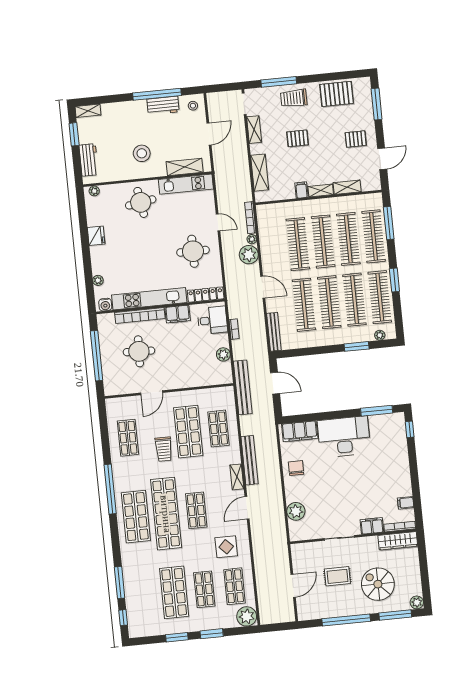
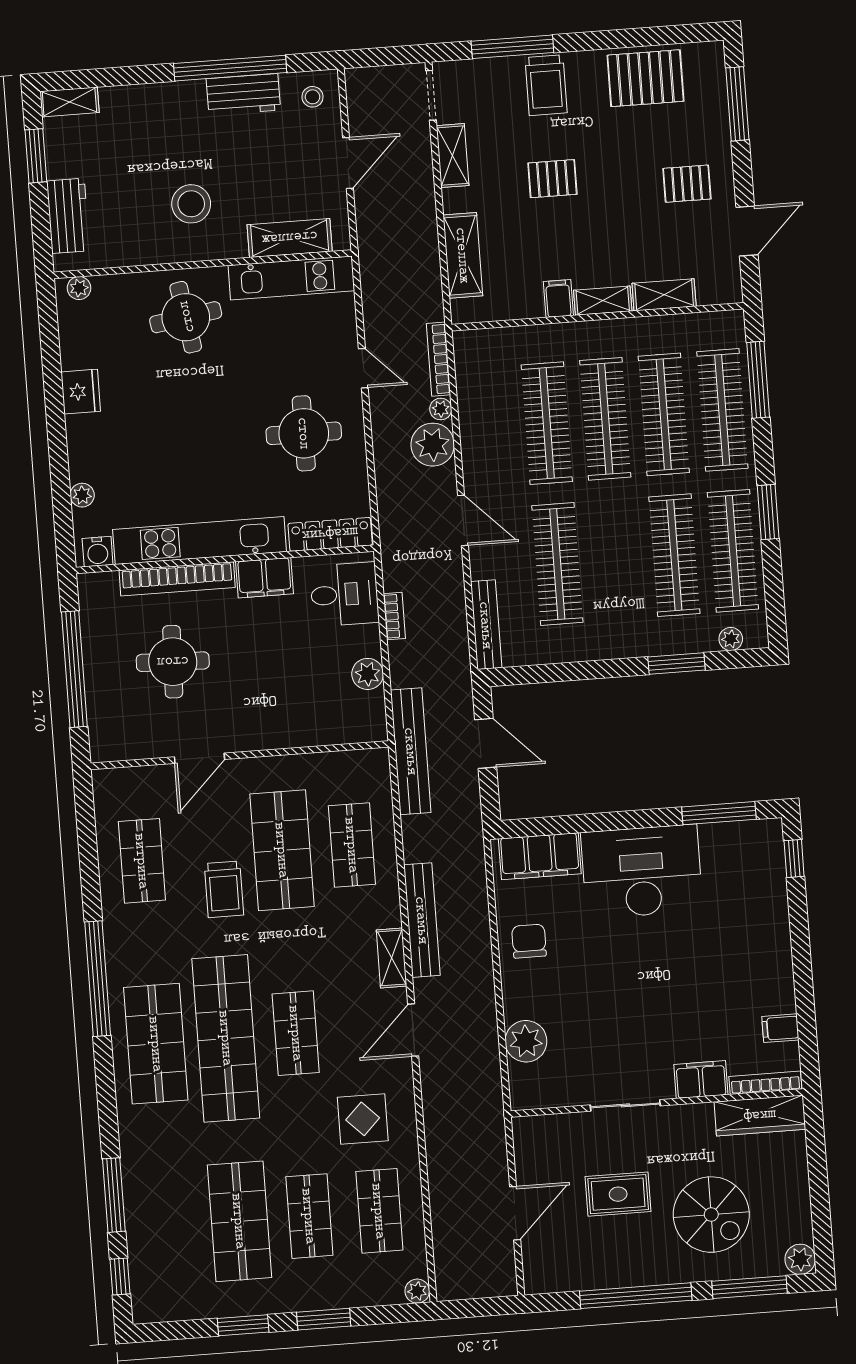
trolley: (294, 98) -> (546, 85), turned -90
clothes rail: (329, 302) -> (616, 560), removed
spiral stairs: (378, 584) -> (711, 1215), turned 180
plant: (247, 616) -> (417, 1291), width x0.53, depth x0.53

